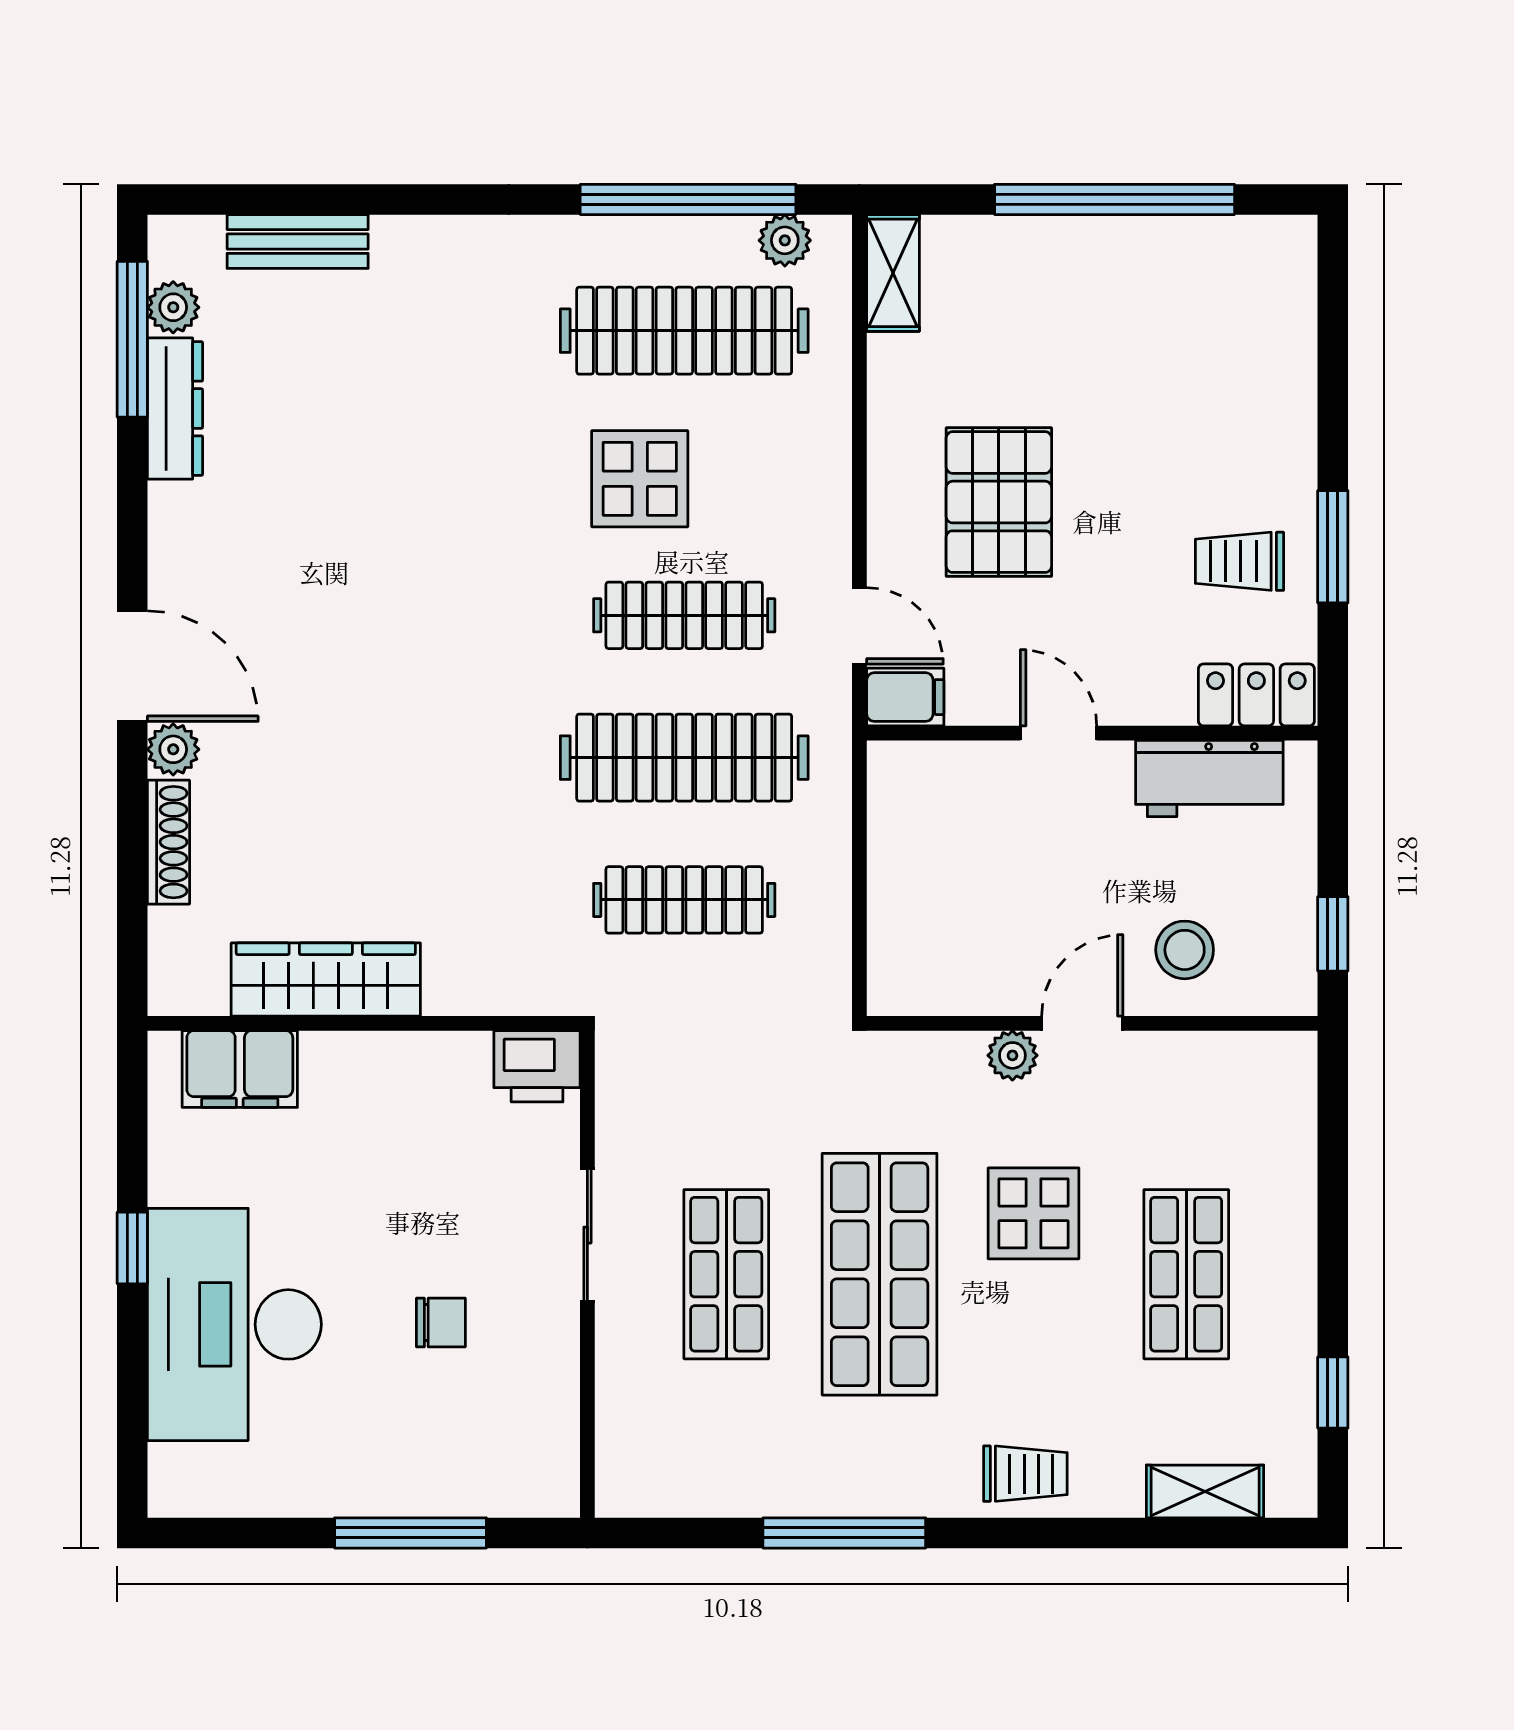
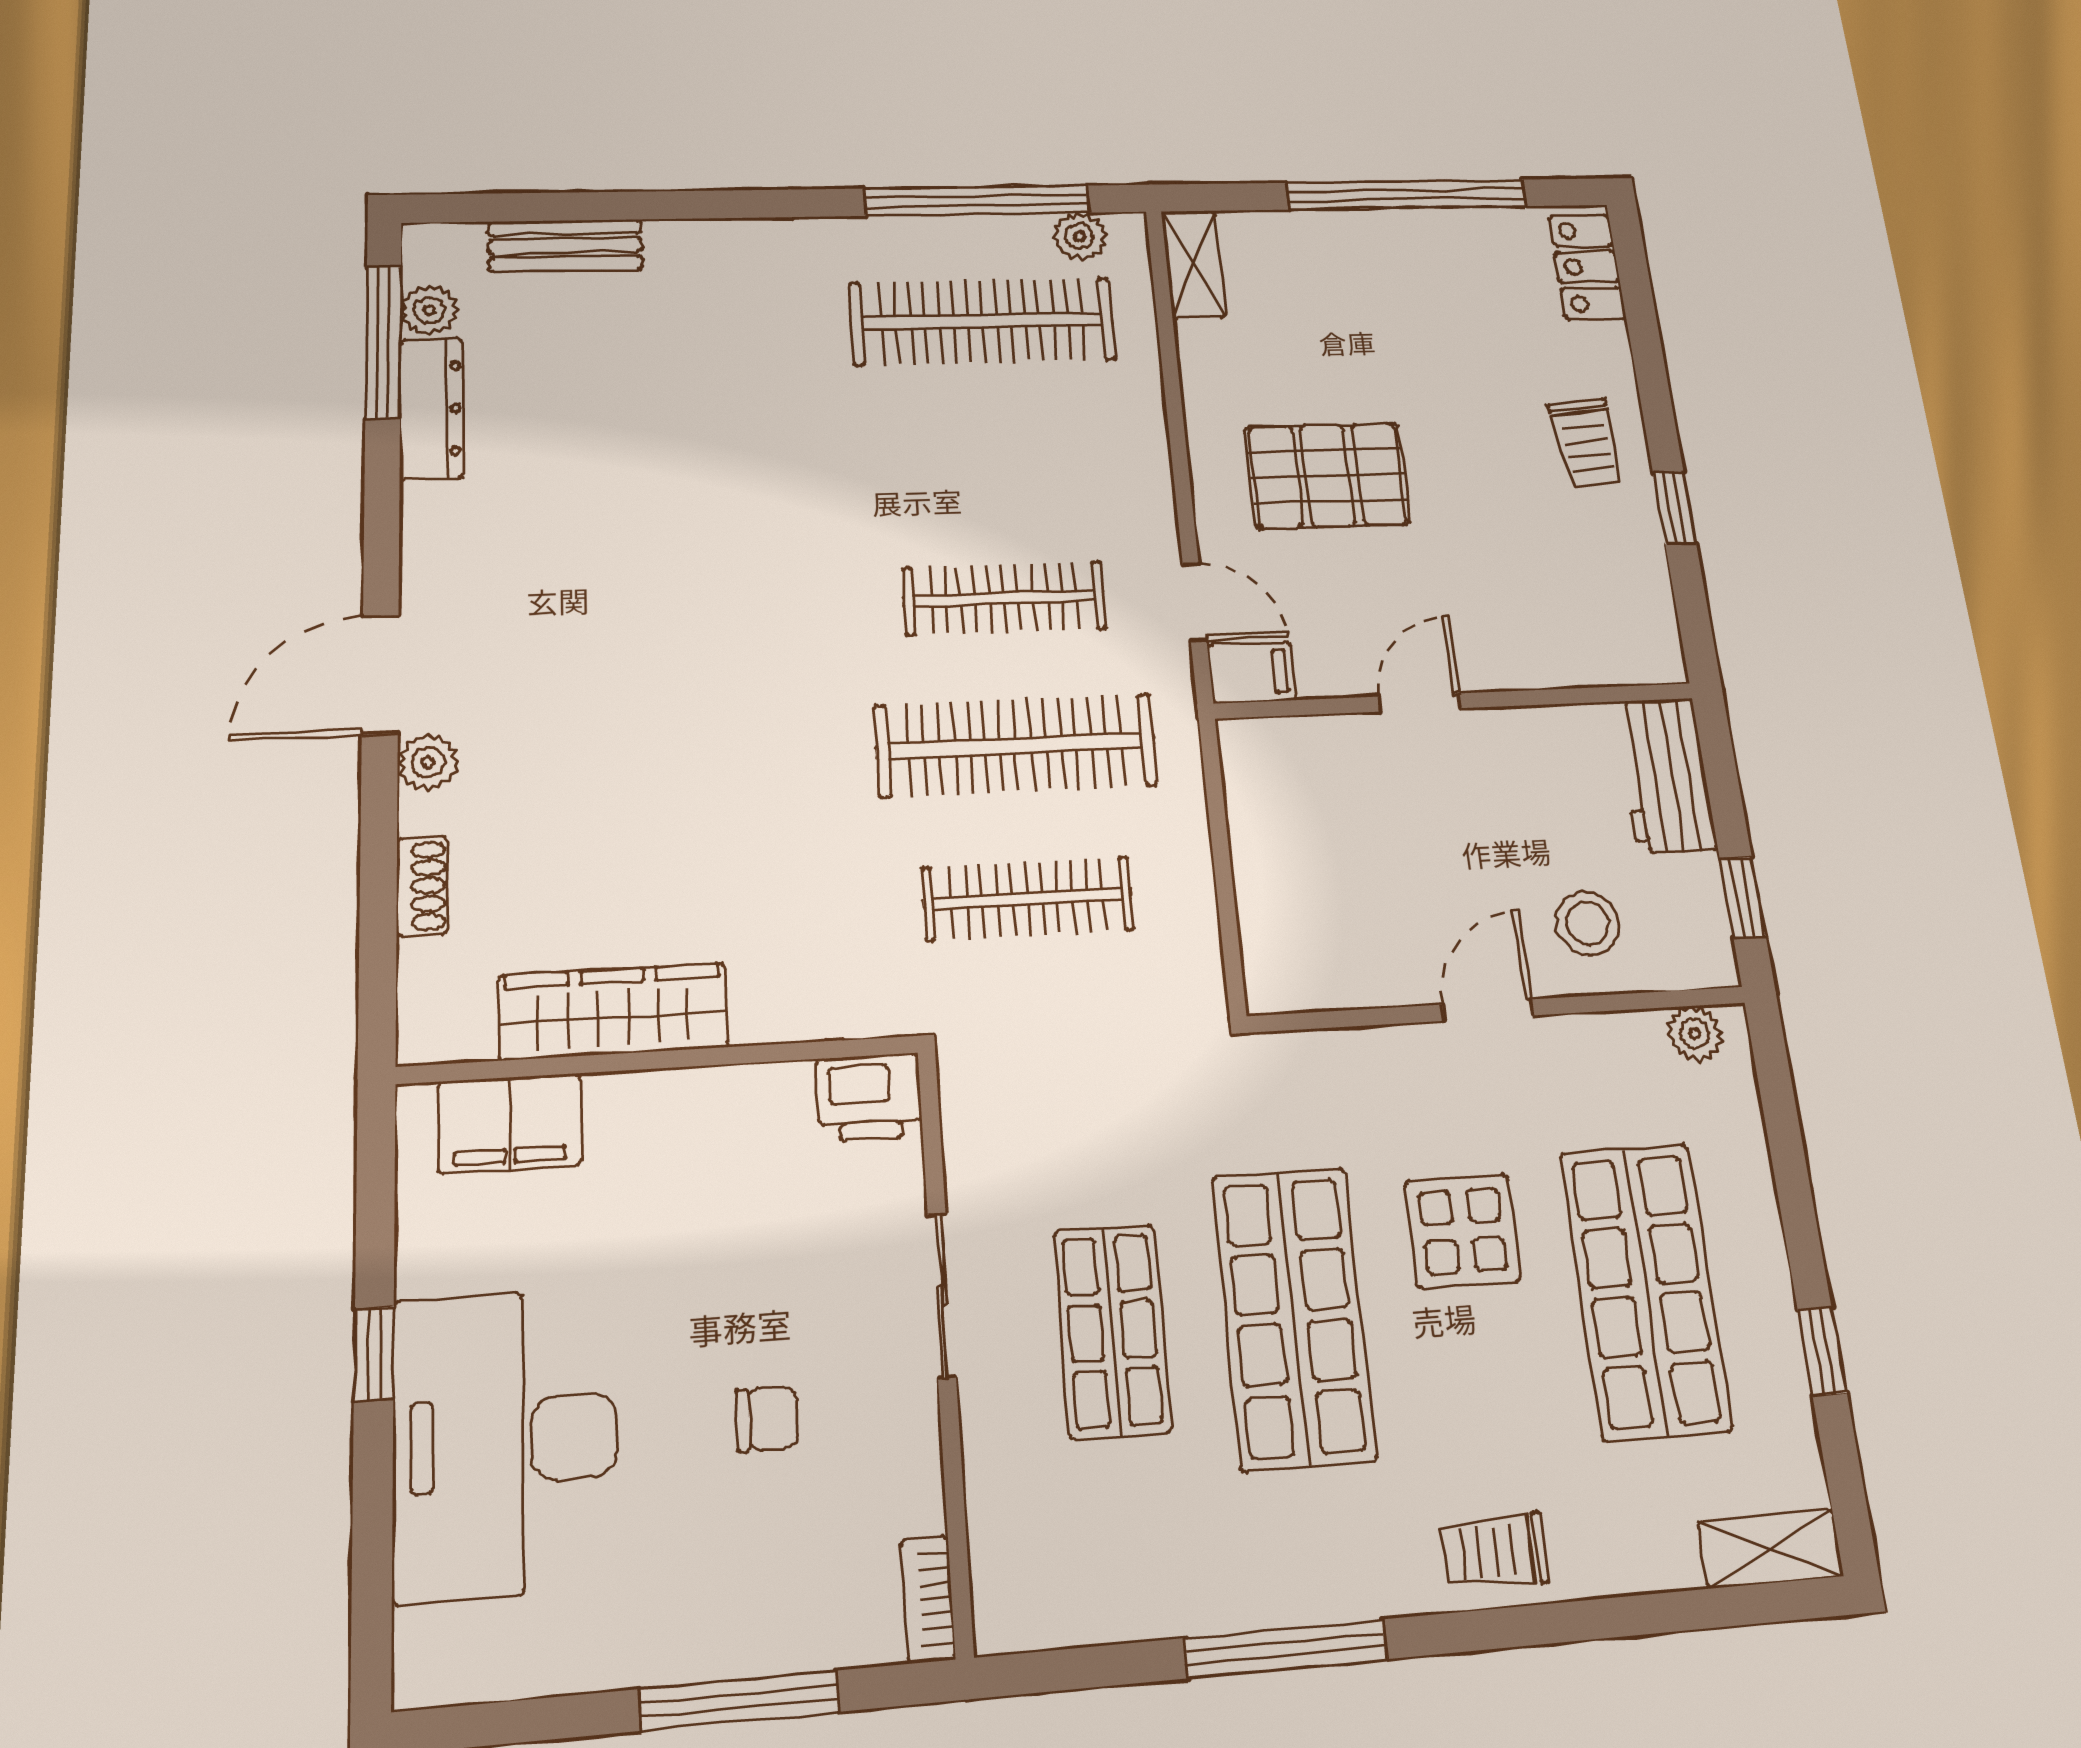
display table: (640, 479) -> (946, 464), removed
pallet: (999, 502) -> (1327, 476), turned 90
window: (1333, 547) -> (1674, 508), width x0.67
trolley: (1239, 561) -> (1587, 443), moved, turned -95
door: (132, 666) -> (380, 674), swing flipped
locker: (1256, 695) -> (1587, 267), moved, turned -90
door: (1059, 733) -> (1420, 702), hinge flipped
workbench: (1209, 779) -> (1665, 775), moved, turned 90
shoe rack: (168, 842) -> (422, 886), width x0.70
plant: (1012, 1055) -> (1695, 1033), moved
shop shelf: (1186, 1274) -> (1646, 1290), width x1.43, depth x1.36
window: (1333, 1392) -> (1822, 1351), moved
bookcase: (561, 1471) -> (928, 1599), added
trolley: (1025, 1474) -> (1495, 1551), turned 180
shelving: (1205, 1491) -> (1771, 1549), moved

